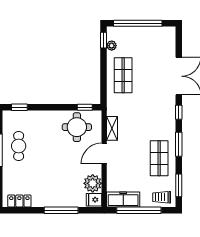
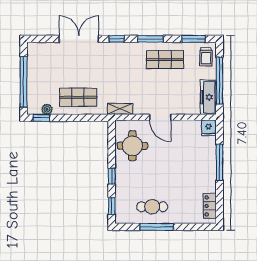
window: (85, 107) -> (112, 176), moved
shelving: (112, 128) -> (120, 109), moved
plant: (93, 183) -> (191, 129), removed

